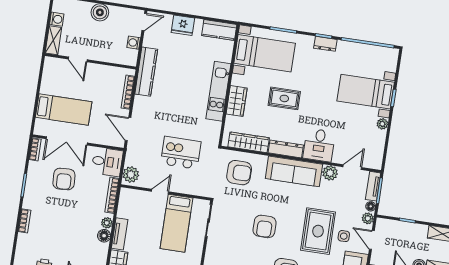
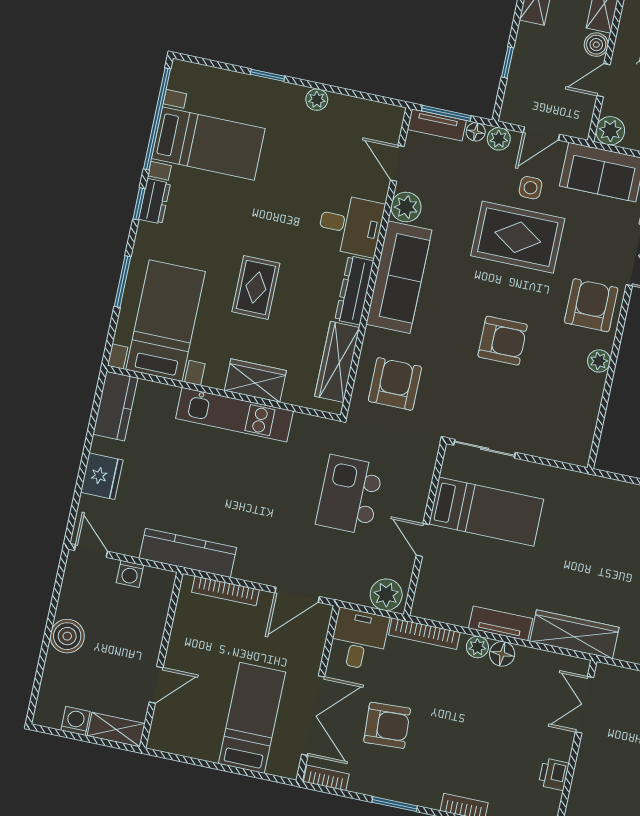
bed with nightstands: (366, 92) -> (208, 143), moved, turned -90

